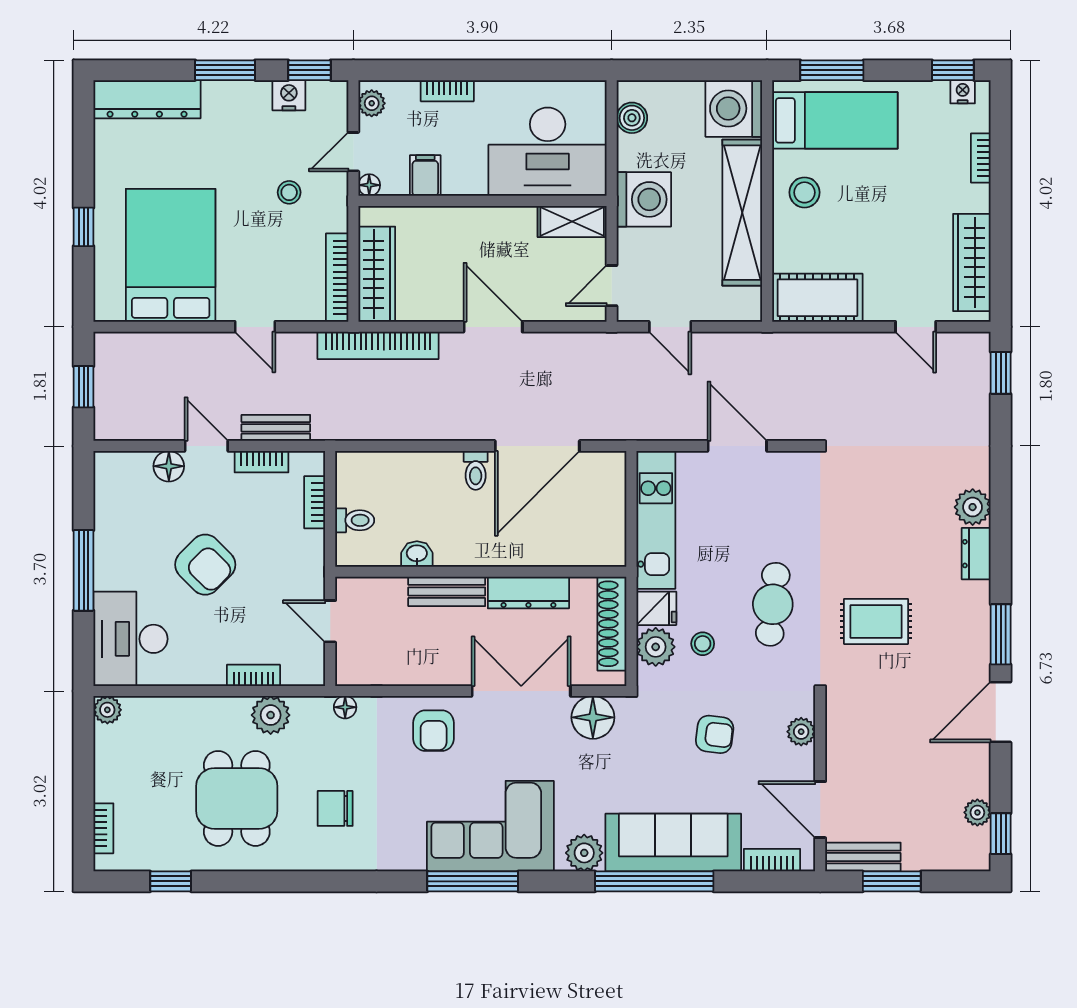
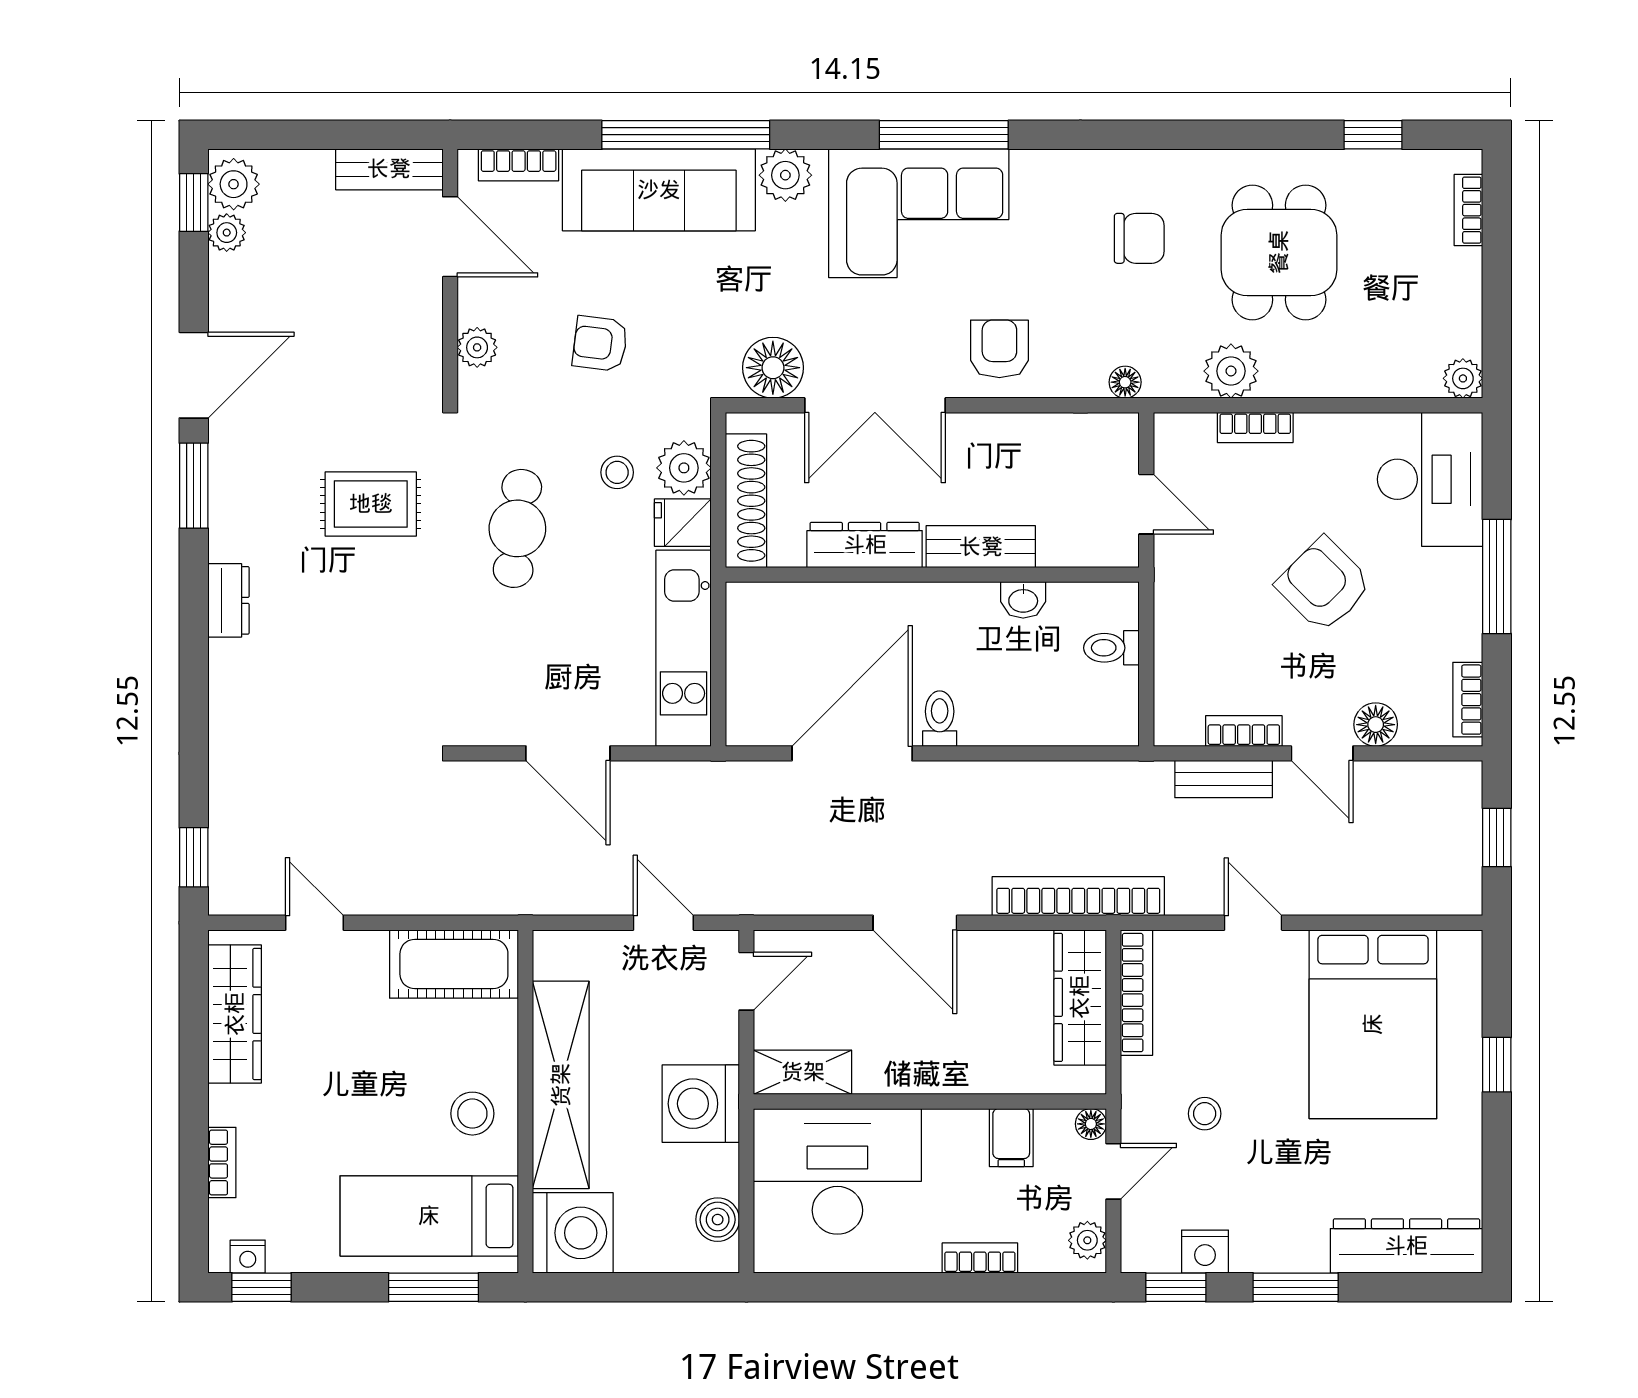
bookcase: (315, 502) -> (1468, 700), moved, turned 180
plant: (973, 507) -> (234, 184), moved
window: (892, 881) -> (348, 135), removed

